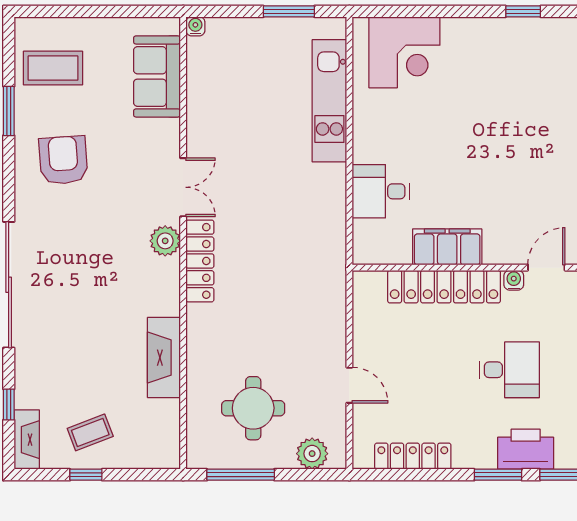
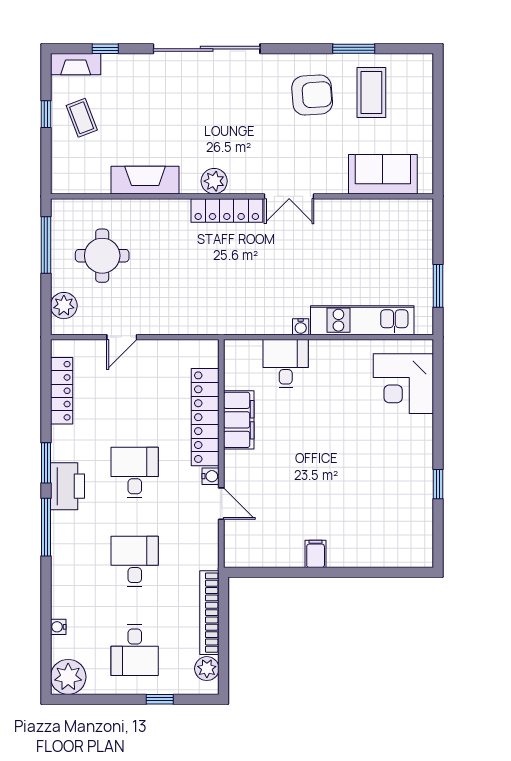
water cooler: (195, 26) -> (301, 327), moved, turned 90
coffee table: (53, 68) -> (371, 92), moved
plant: (165, 241) -> (214, 181), moved
desk: (510, 370) -> (135, 473), turned 180

